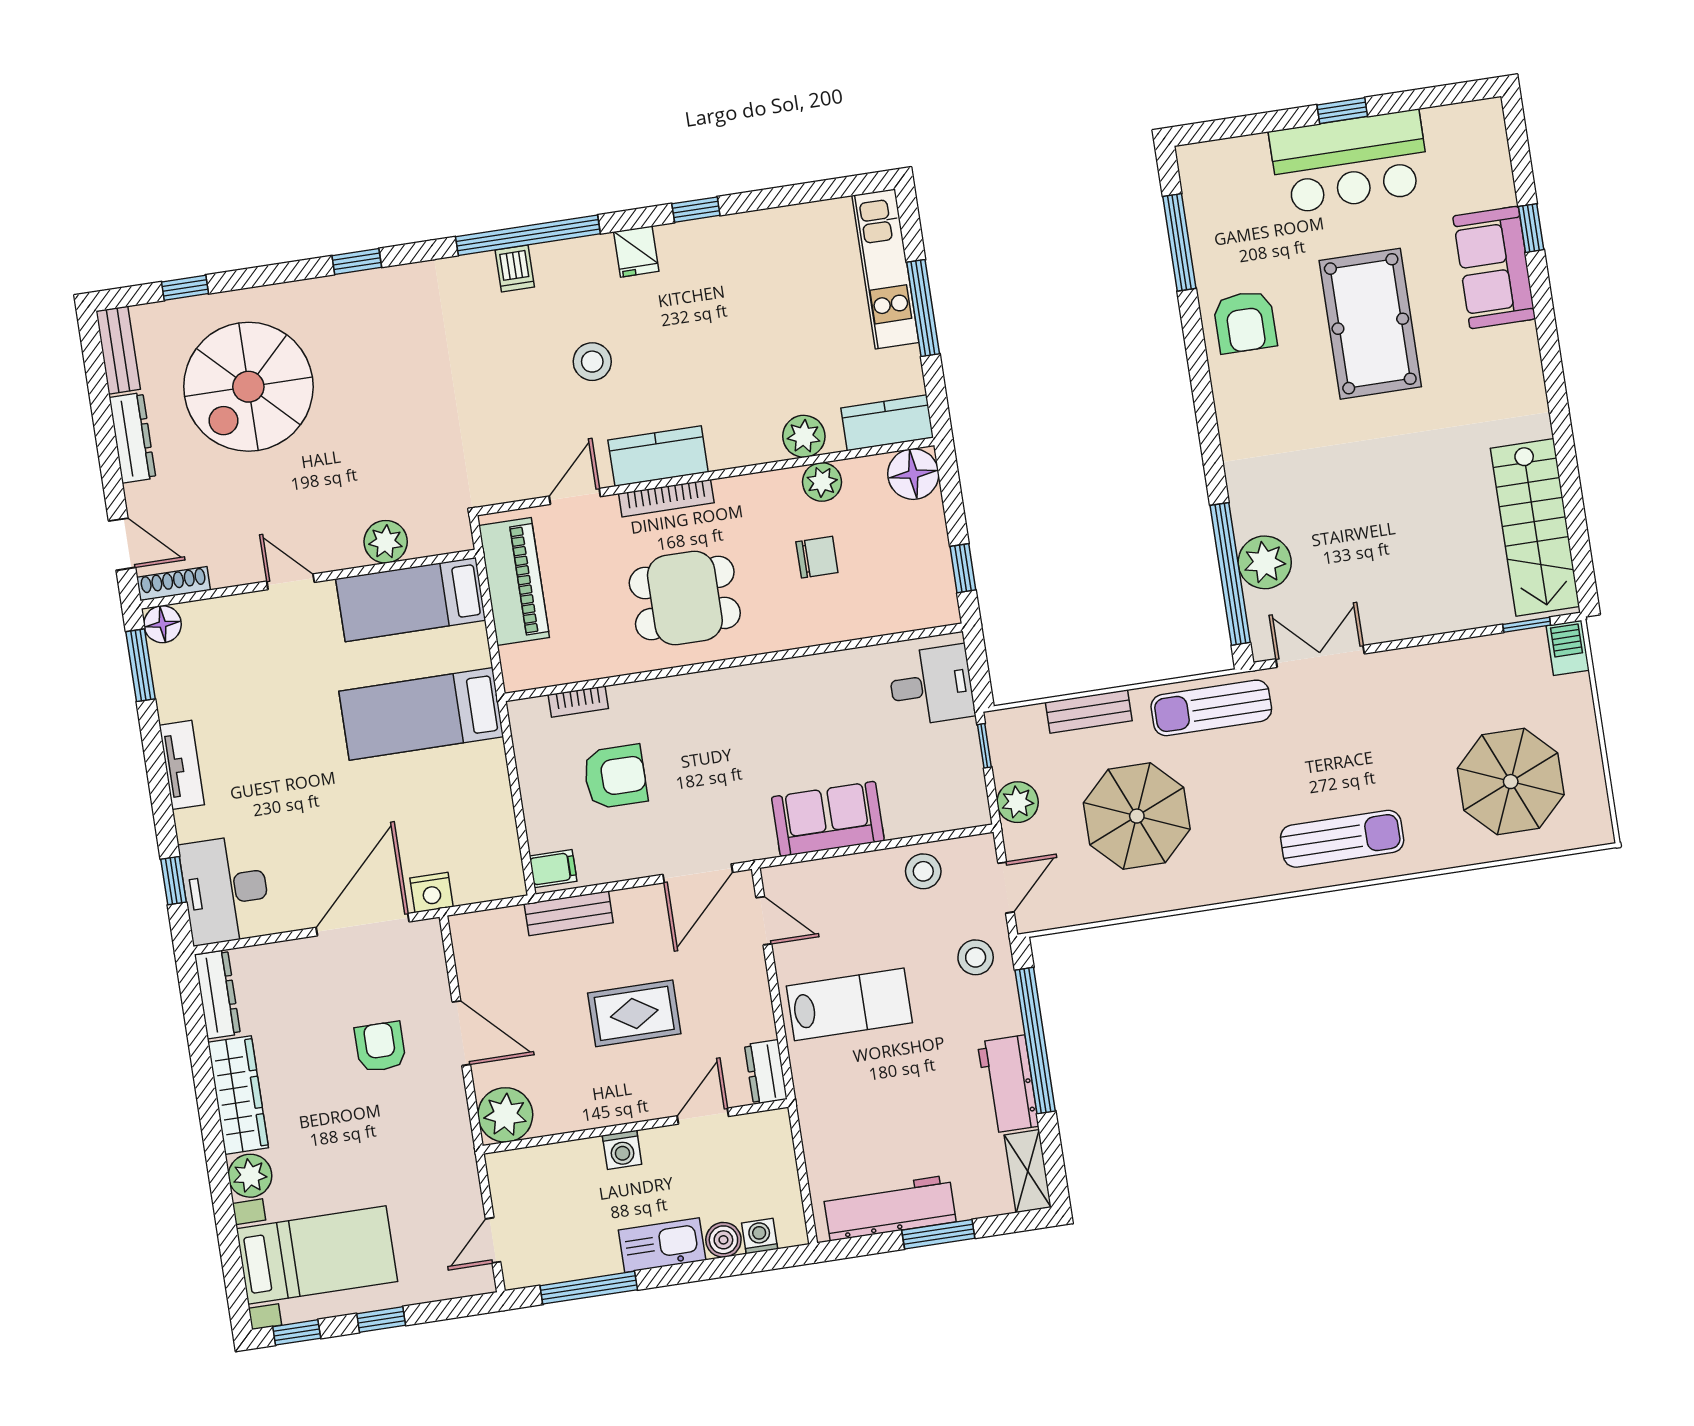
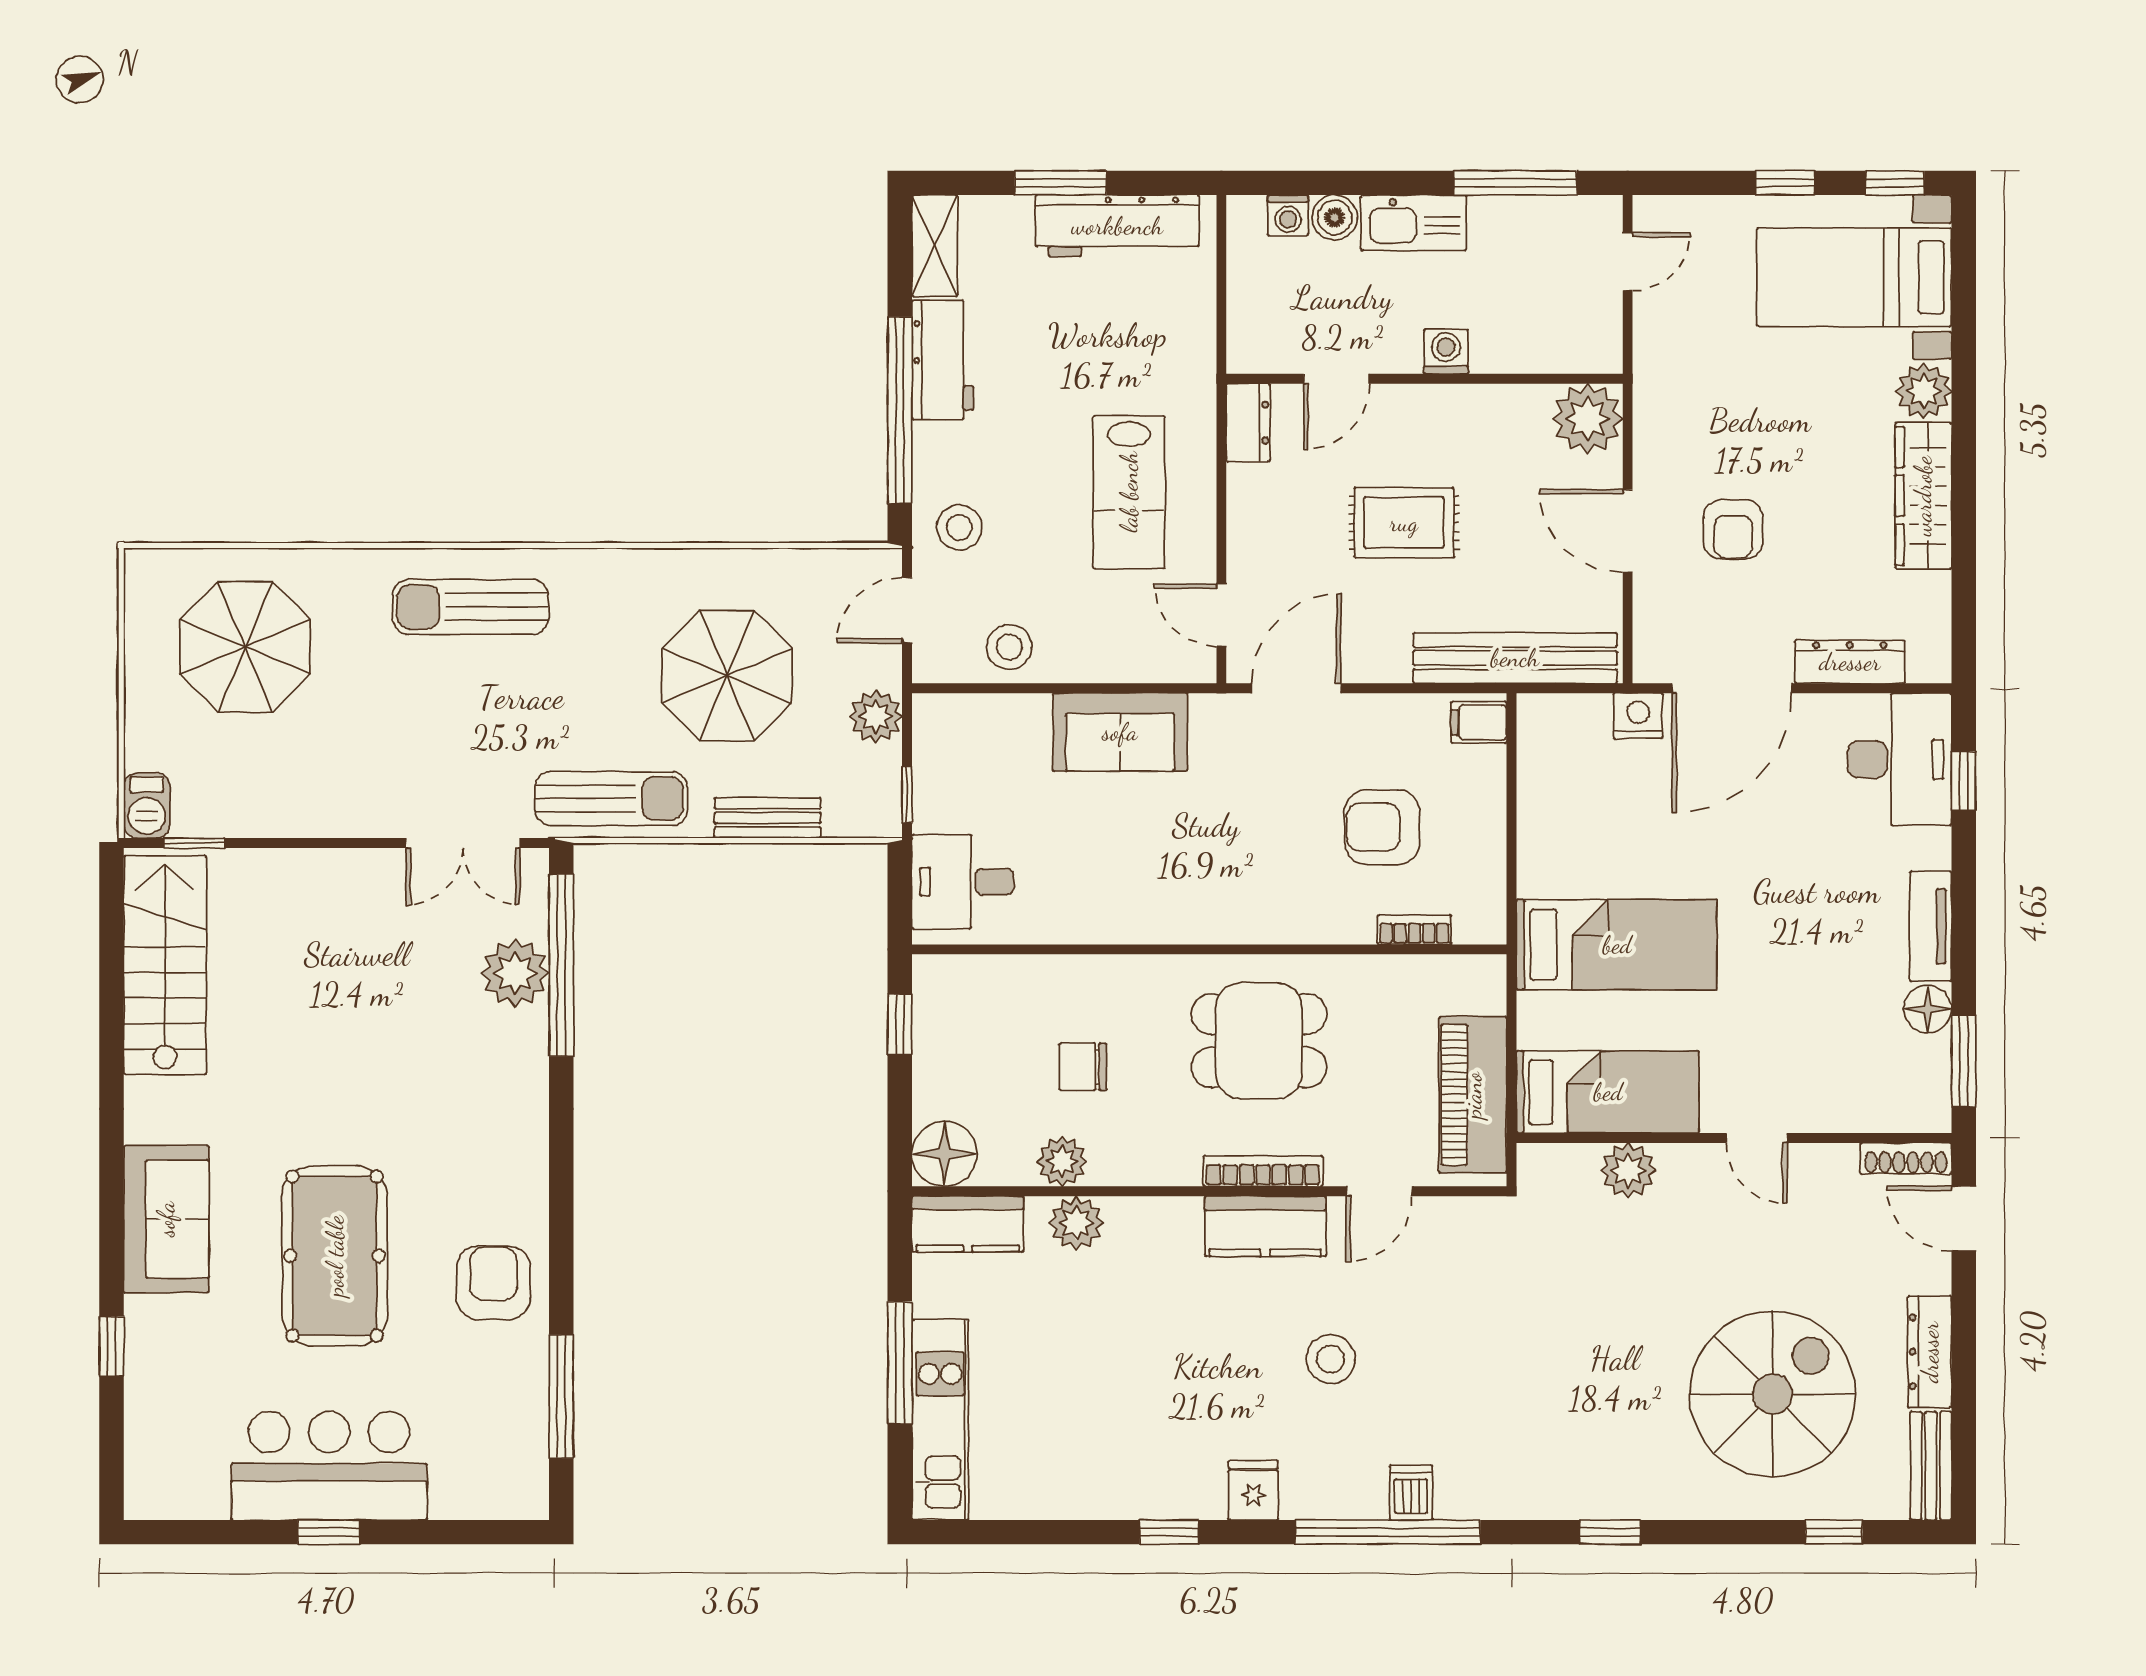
sofa: (1494, 267) -> (166, 1219), moved
floor lamp: (163, 624) -> (1928, 1009), moved
bench: (569, 913) -> (1515, 658), width x1.86, depth x1.21
dresser: (217, 994) -> (1850, 662), moved, turned 90
lab bench: (849, 1004) -> (1129, 492), turned -90

